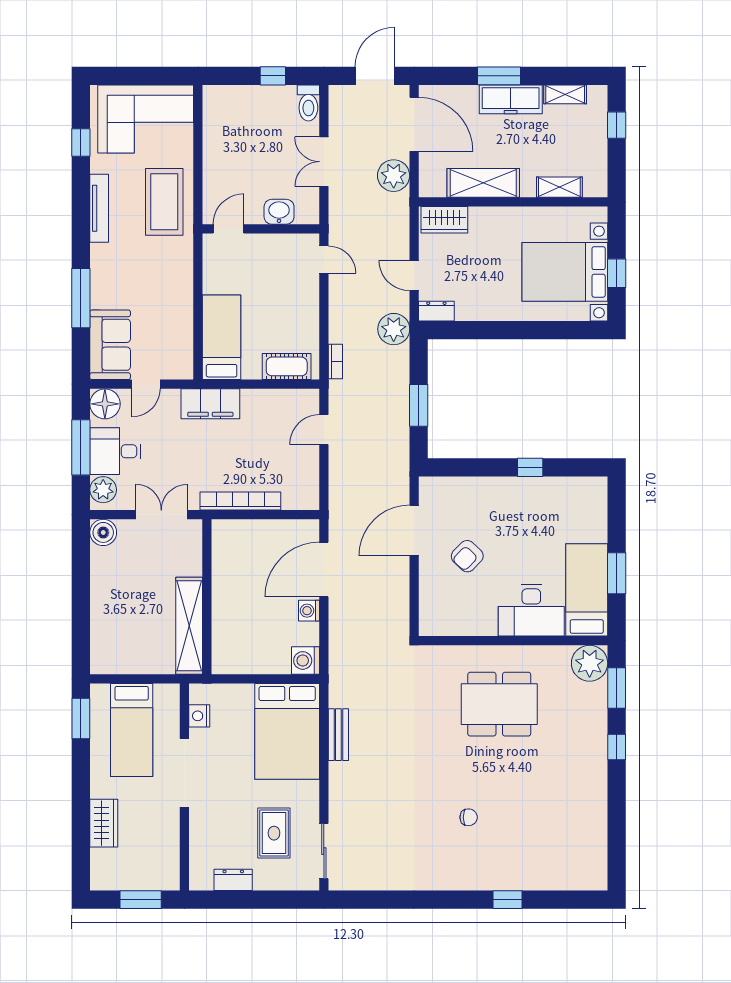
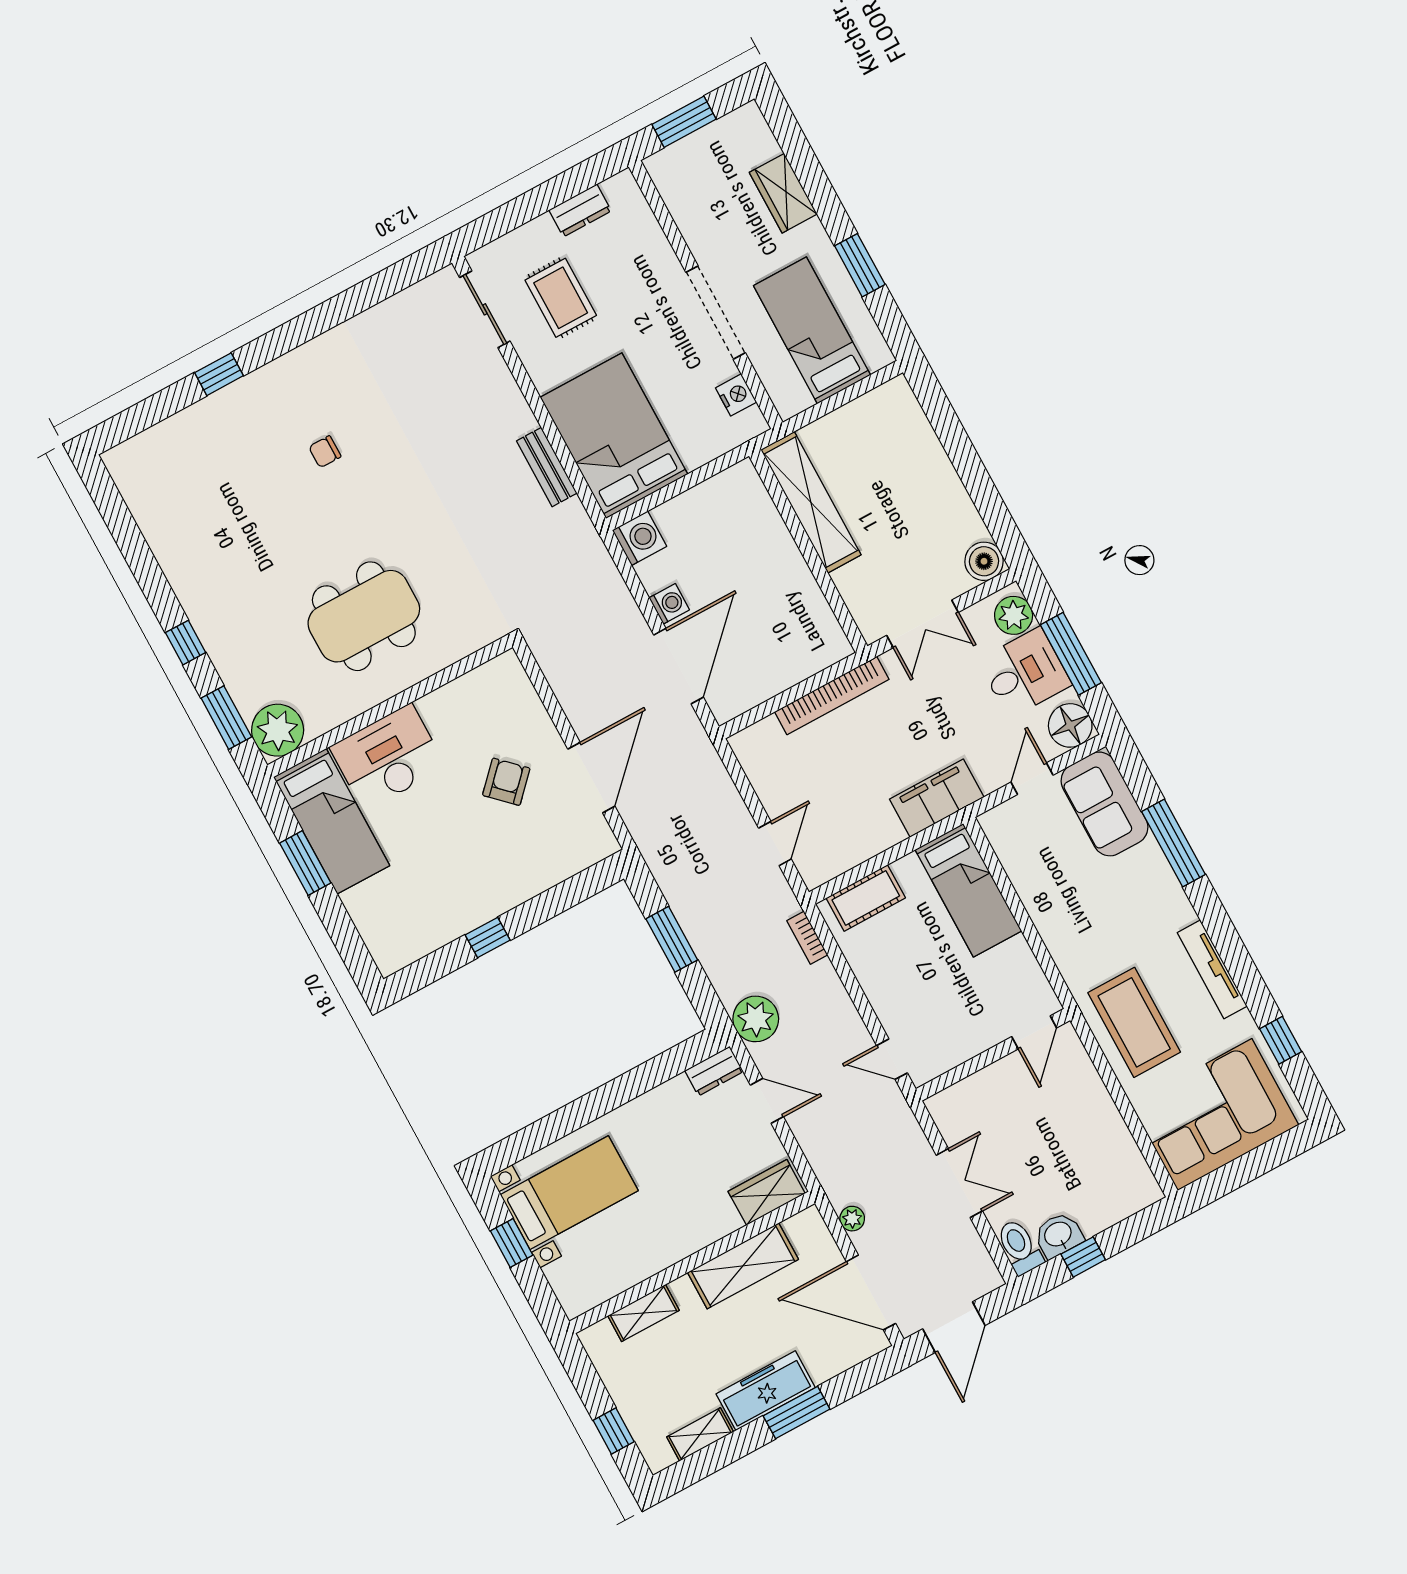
plant: (394, 176) -> (852, 1219), width x0.53, depth x0.53
washbasin: (279, 212) -> (1058, 1235), moved, turned 180
bed with nightstands: (565, 272) -> (569, 1193), width x0.73
window: (81, 718) -> (860, 265), moved

